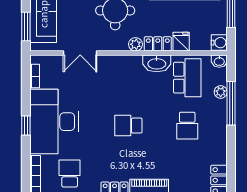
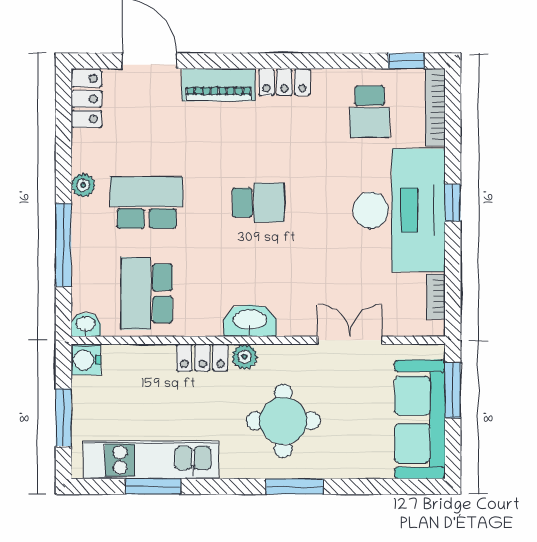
fridge: (181, 42) -> (158, 362), removed
washbasin: (157, 63) -> (250, 321), moved
plant: (221, 92) -> (83, 185), moved
school desk: (187, 126) -> (147, 203), width x1.85

